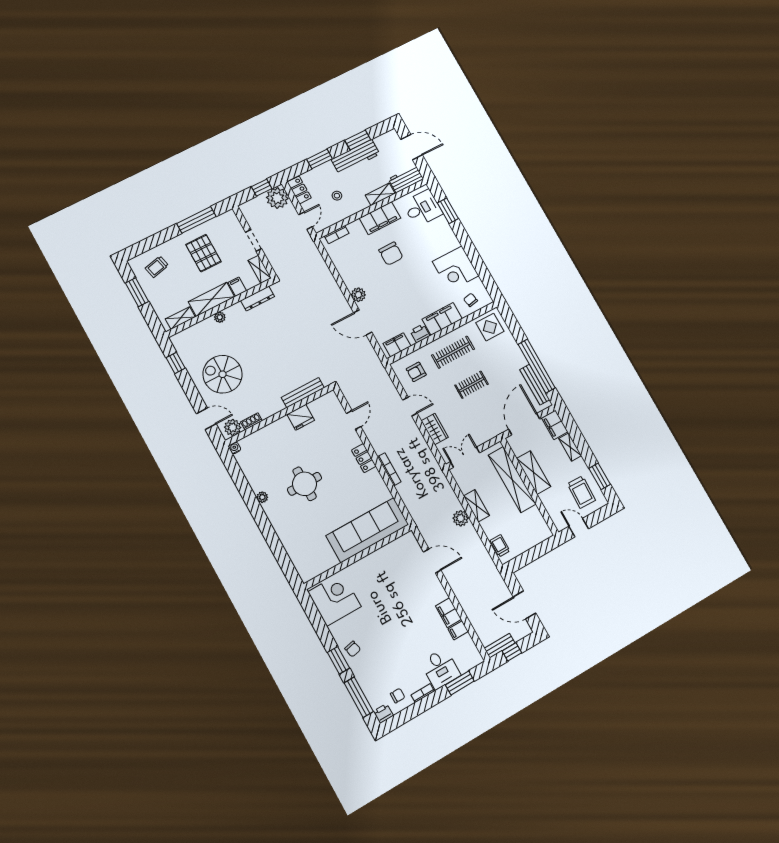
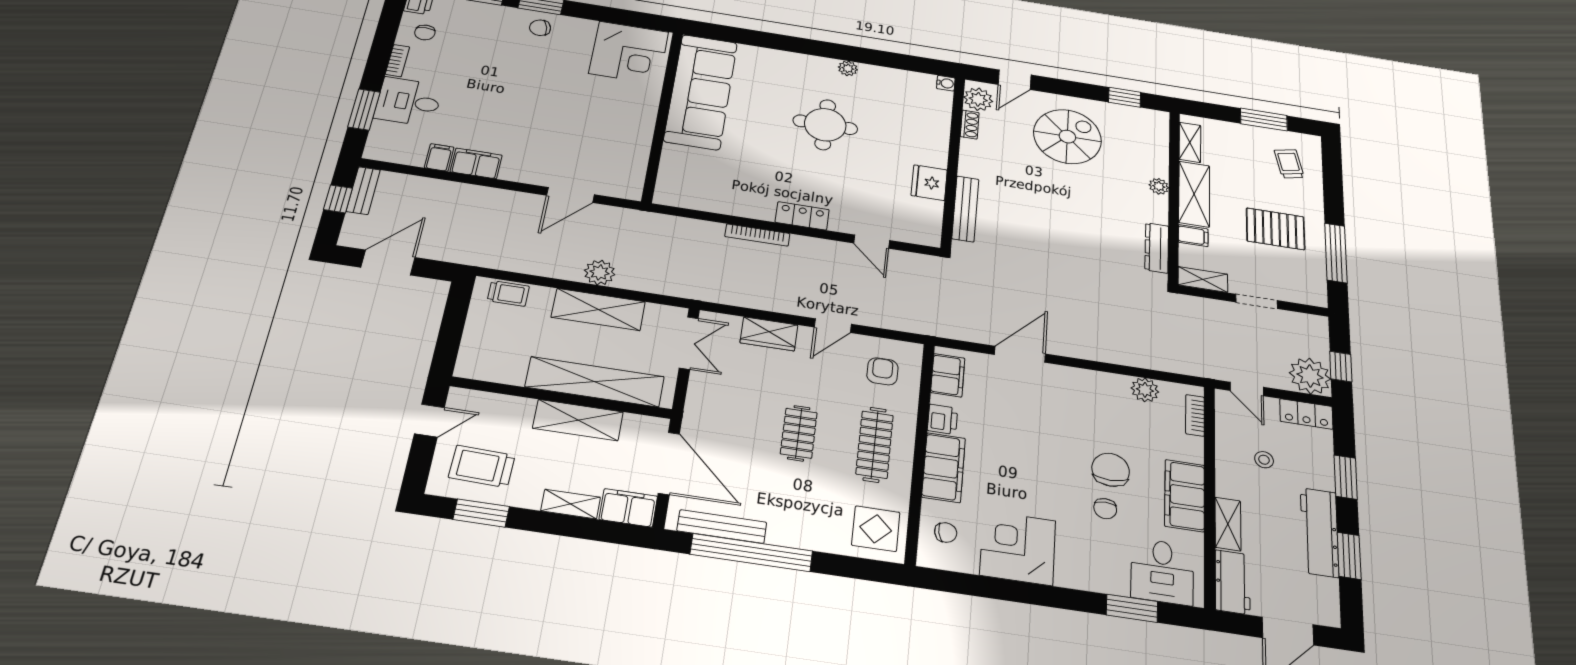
chair: (411, 246) -> (1105, 509), added
chair: (391, 254) -> (1111, 470), turned 90
plant: (358, 295) -> (1145, 390), moved
shelving: (476, 506) -> (598, 310), width x1.50, depth x1.33
sofa: (367, 530) -> (701, 92), moved

